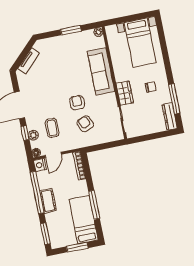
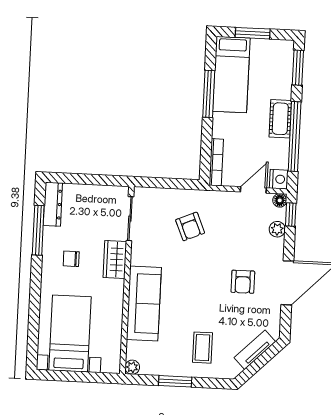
armchair: (77, 103) -> (243, 282), moved
coffee table: (52, 128) -> (202, 348), moved
window: (25, 133) -> (291, 215), moved

